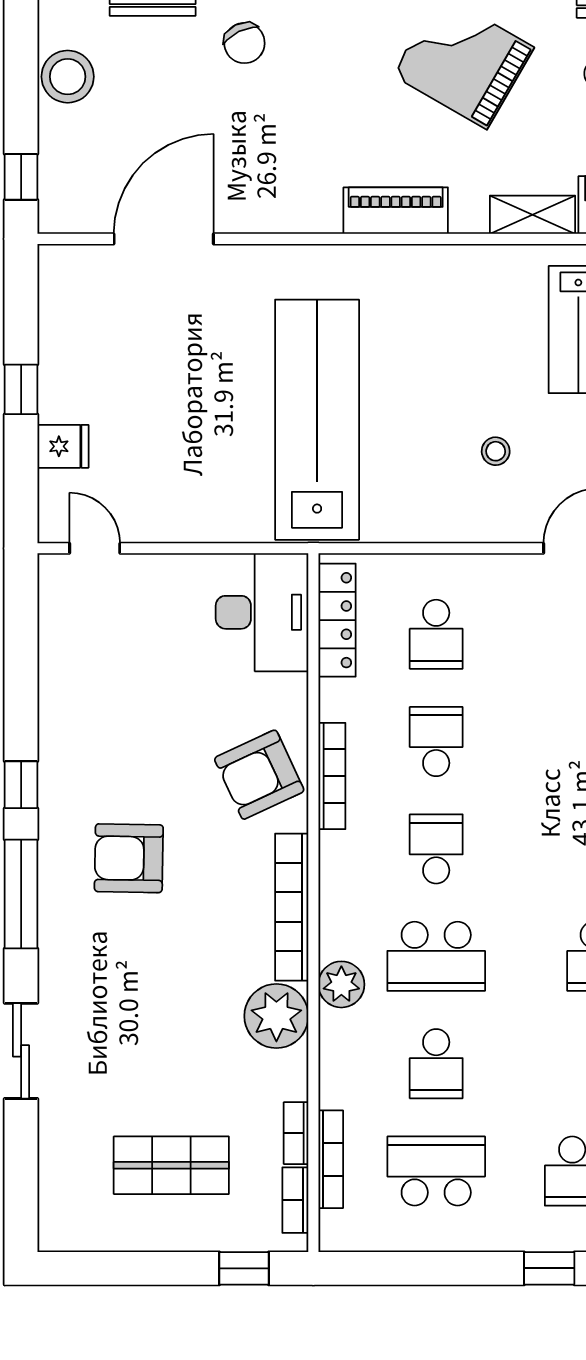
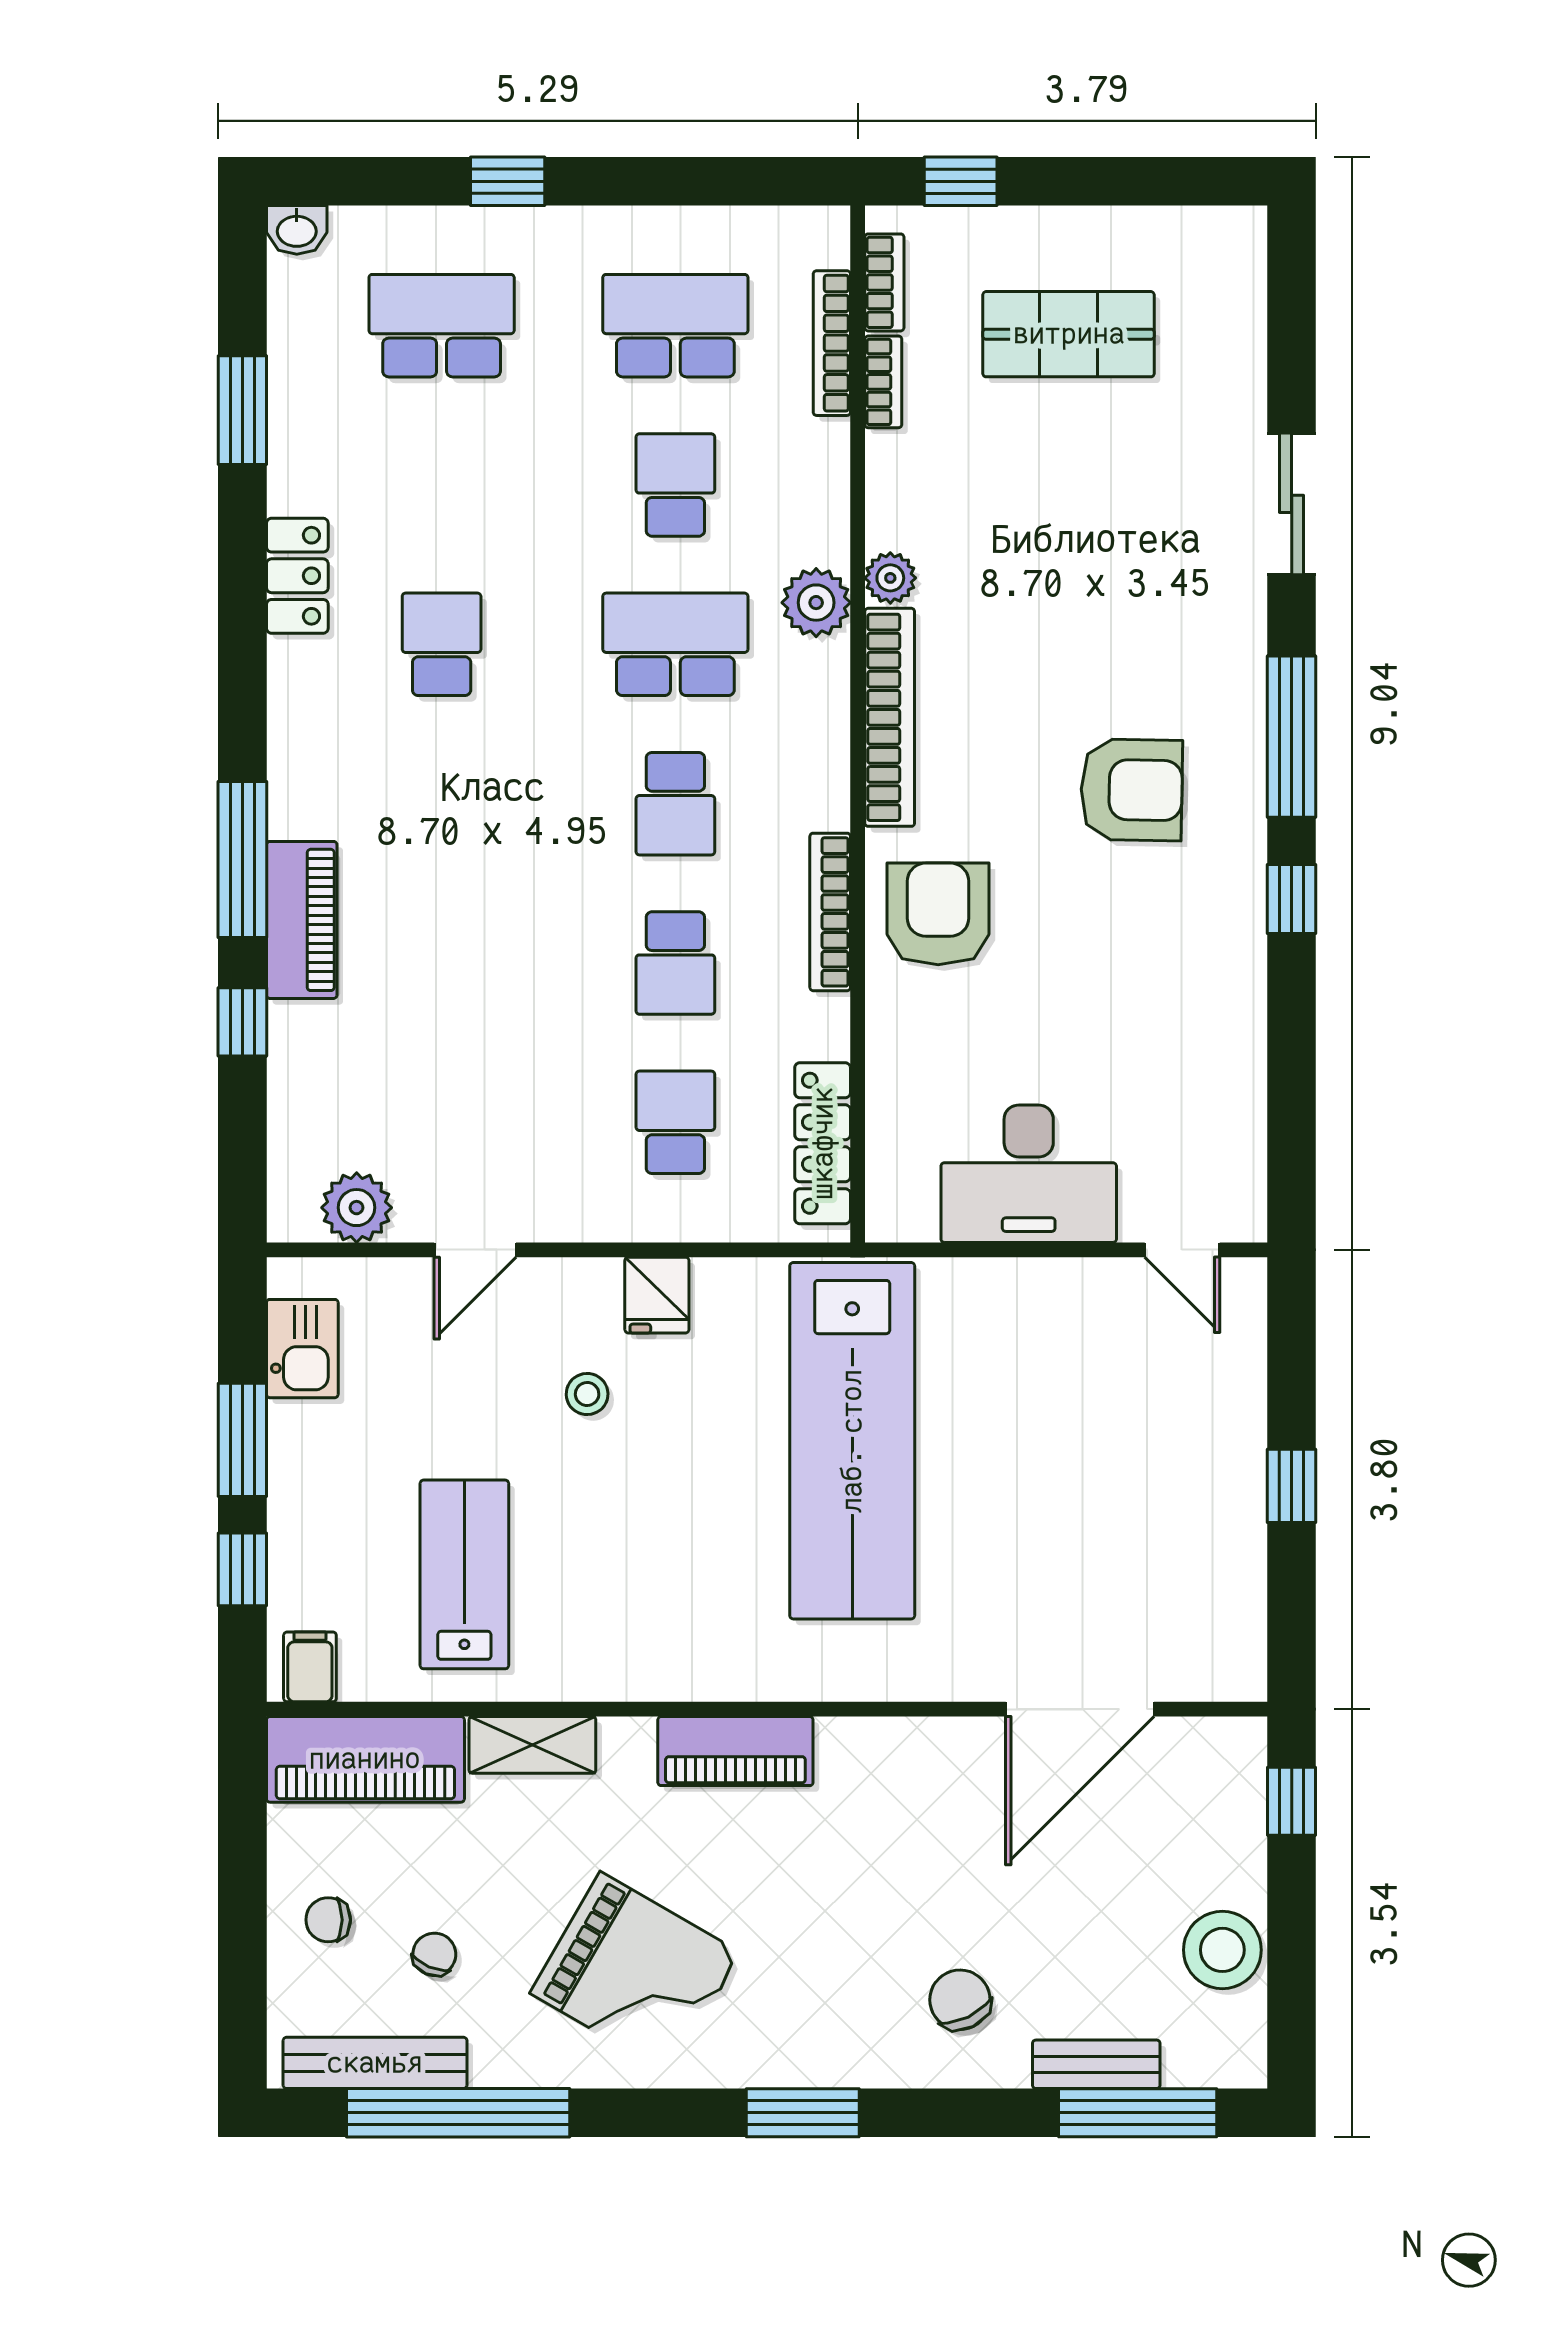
fridge: (63, 446) -> (657, 1295), moved, turned -90
desk: (262, 612) -> (1029, 1174), moved, turned -90
armchair: (259, 775) -> (938, 914), turned -65
plant: (276, 1016) -> (890, 578), width x0.53, depth x0.53
school desk: (436, 1171) -> (675, 326), turned 180

